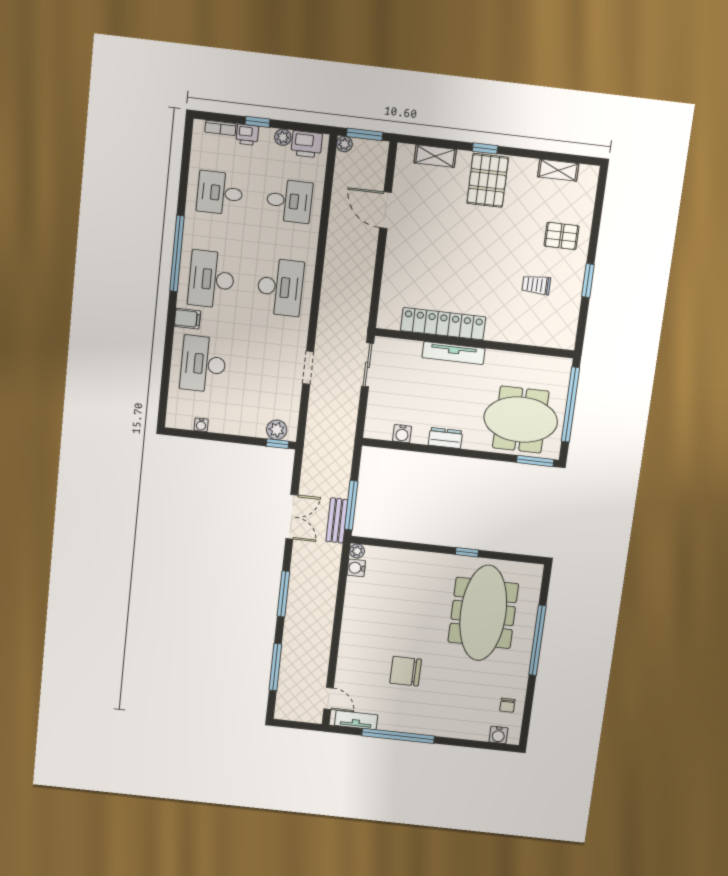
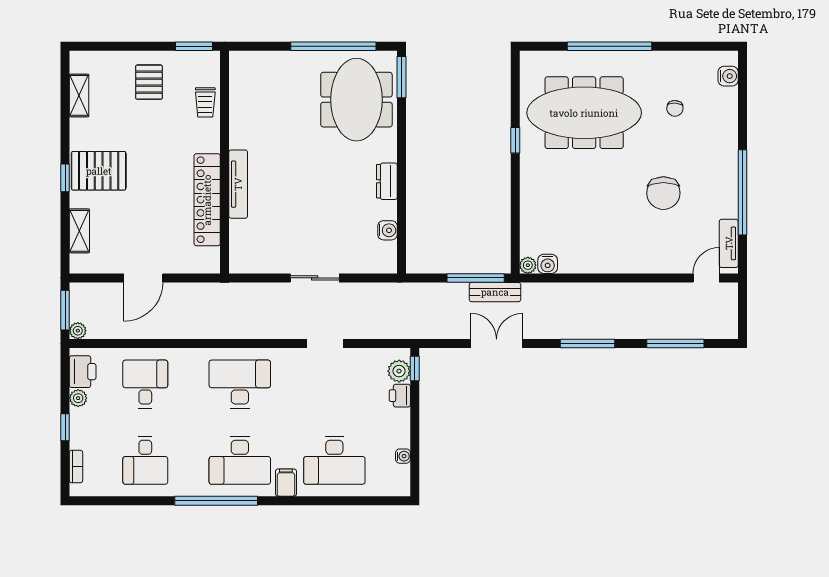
printer: (247, 135) -> (400, 396), moved, turned 180
locker: (443, 324) -> (207, 200), moved
wall: (475, 343) -> (225, 162), moved
tv unit: (454, 353) -> (238, 184), moved
chair: (507, 705) -> (675, 108), moved, turned 94

